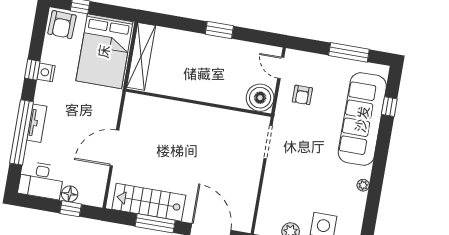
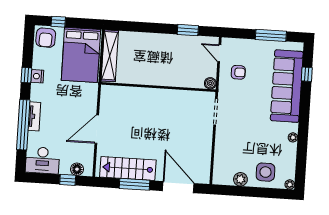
window: (219, 30) -> (188, 30), moved
armchair: (302, 95) -> (238, 72), turned -90
boiler: (260, 98) -> (210, 83), width x0.54, depth x0.54
floor lamp: (70, 194) -> (77, 169), moved

